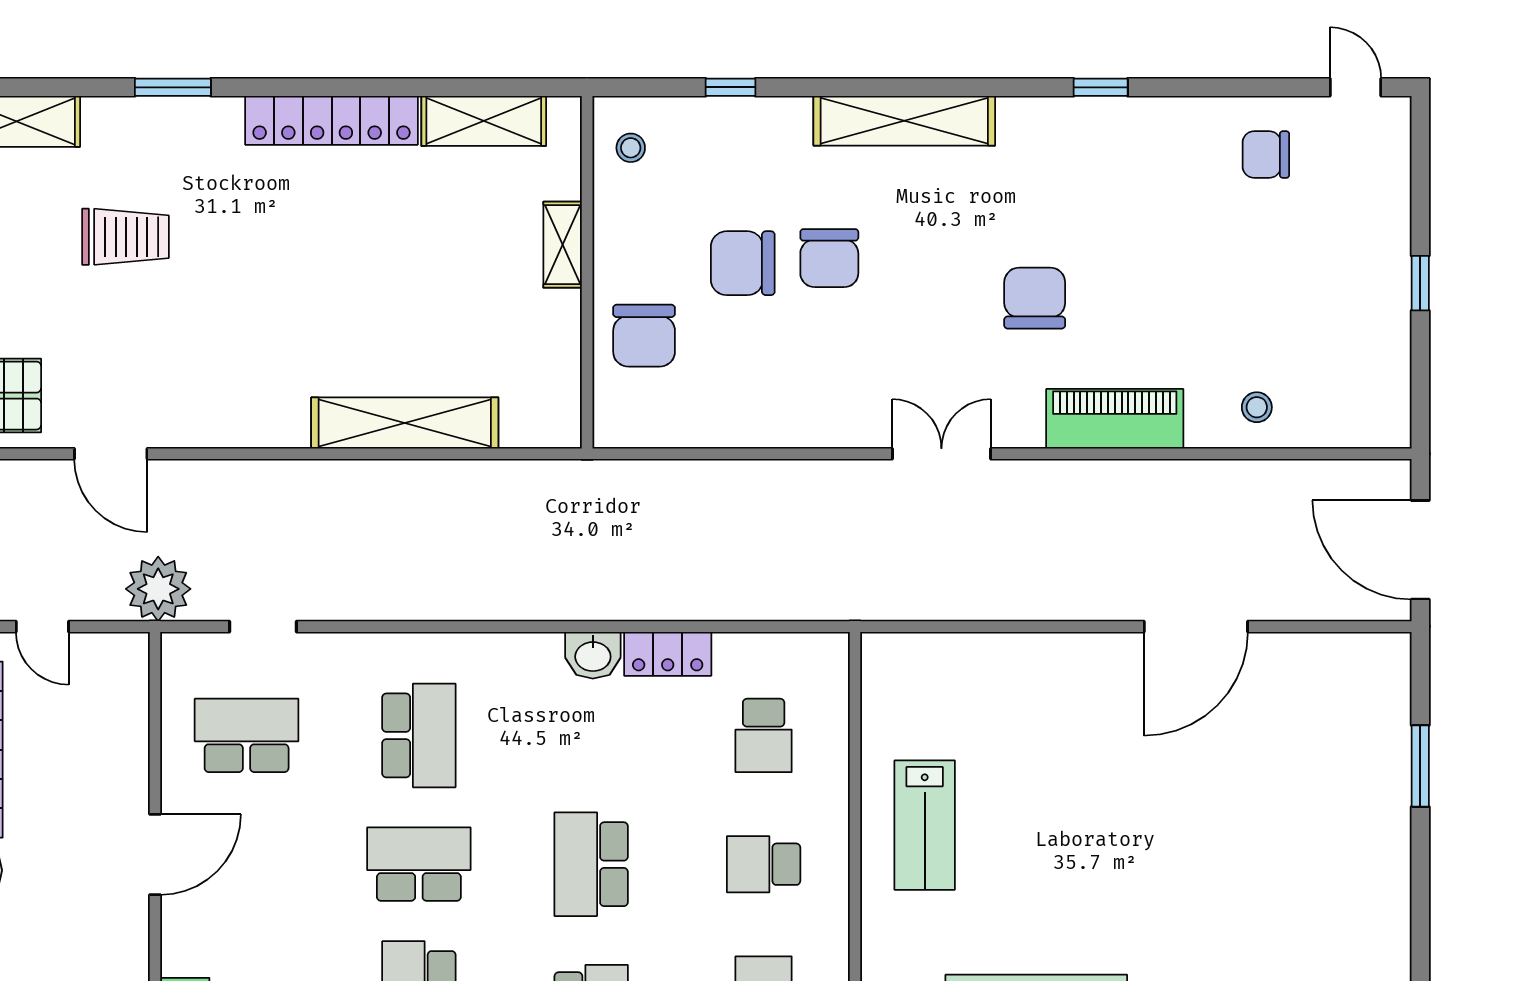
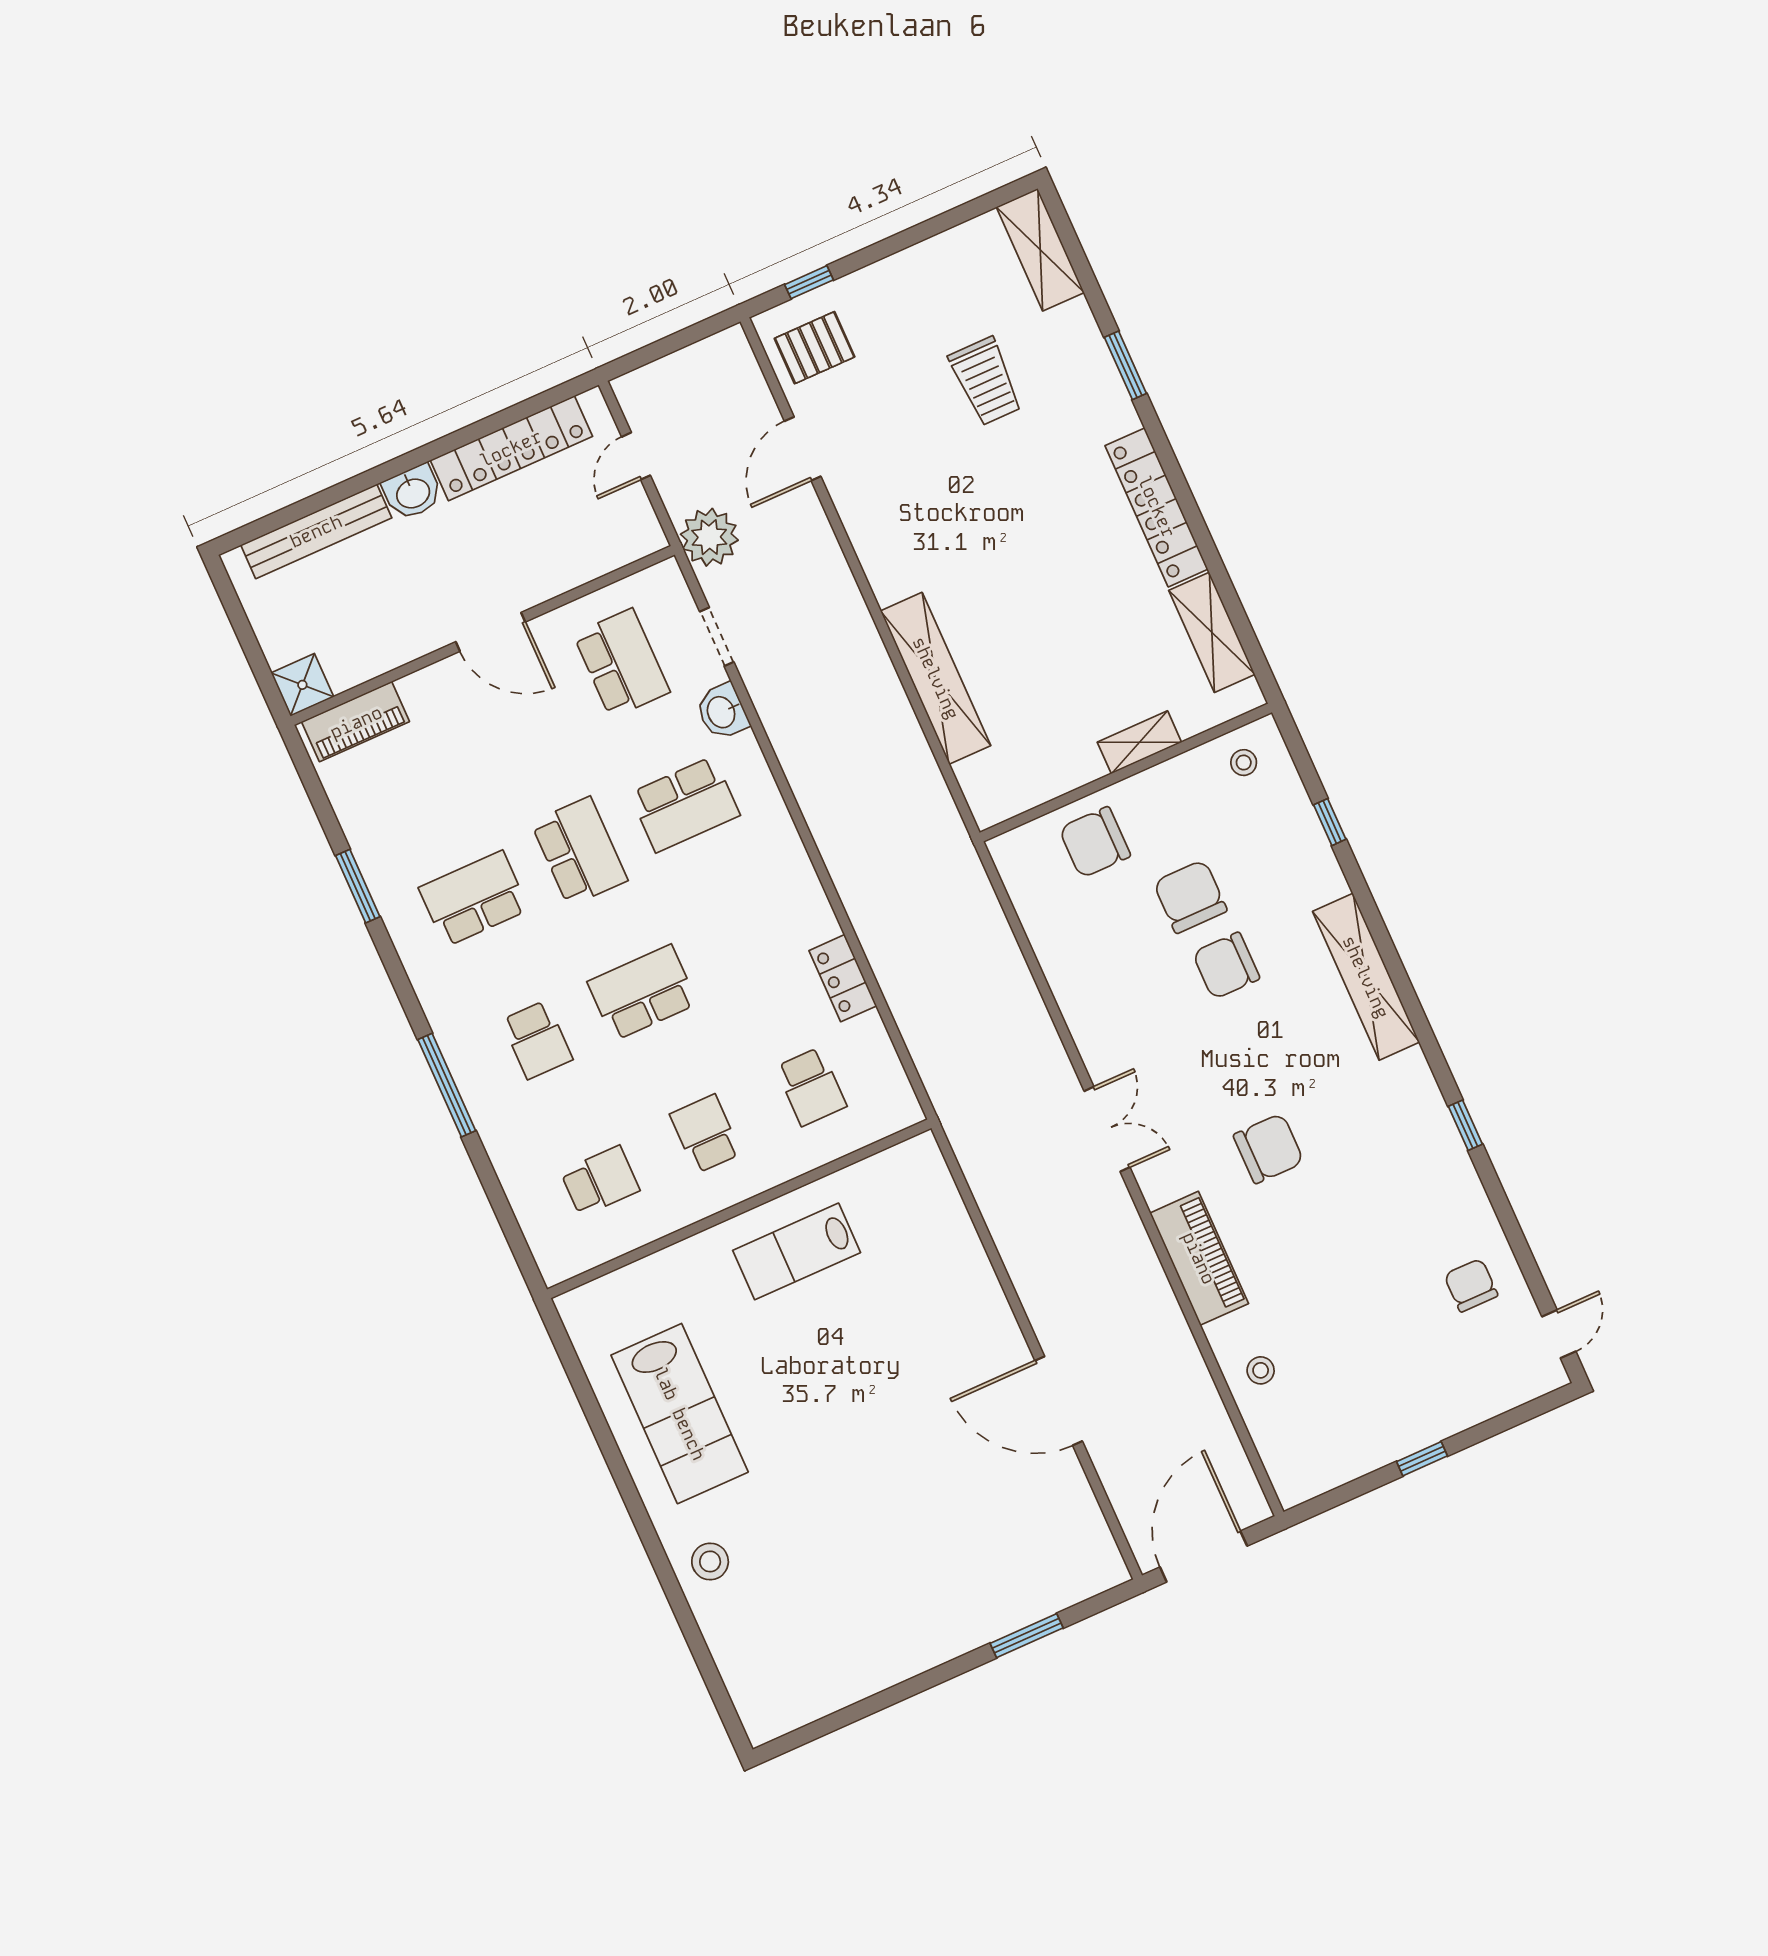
washbasin: (593, 655) -> (722, 712), moved
school desk: (764, 735) -> (811, 1087), turned -90

